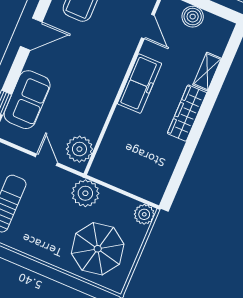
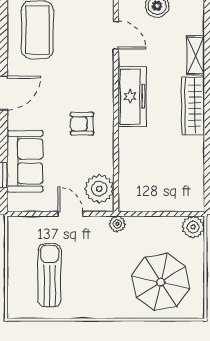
armchair: (88, 89) -> (82, 124), added
plant: (85, 193) -> (117, 224), width x0.53, depth x0.53

